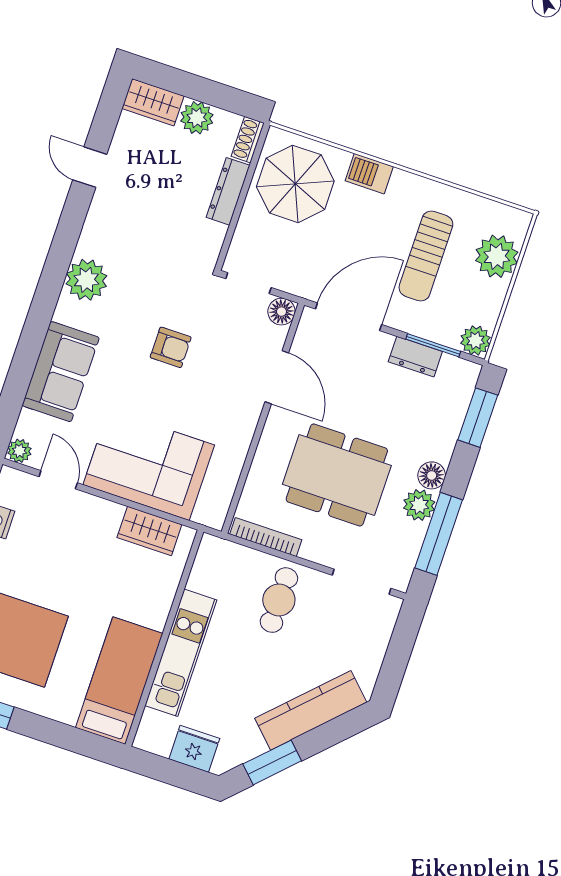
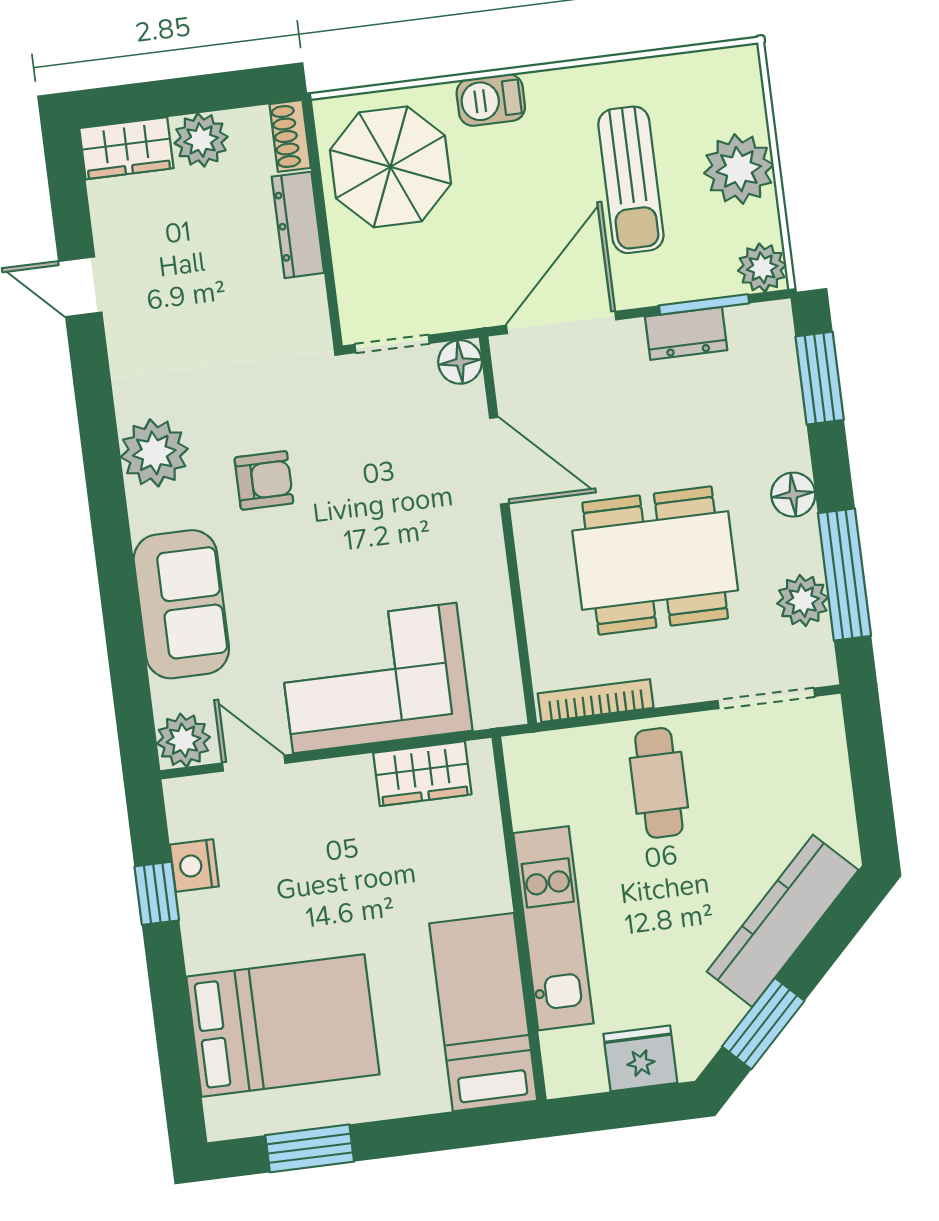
plant: (497, 256) -> (739, 169), moved
armchair: (171, 347) -> (264, 480), moved
plant: (19, 451) -> (183, 740), width x1.38, depth x1.38
plant: (419, 505) -> (803, 601), moved

